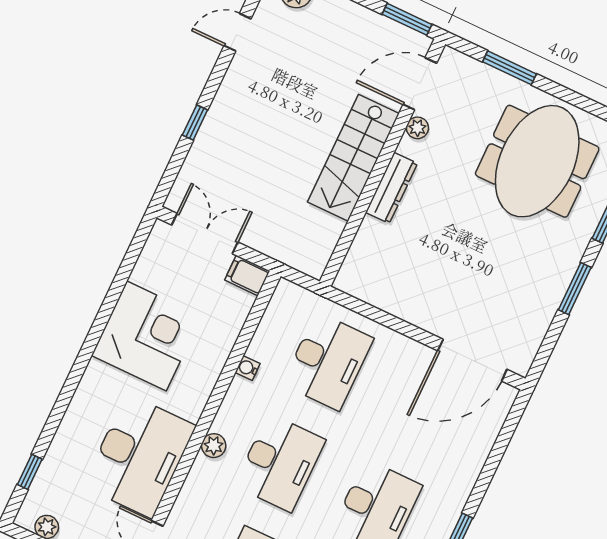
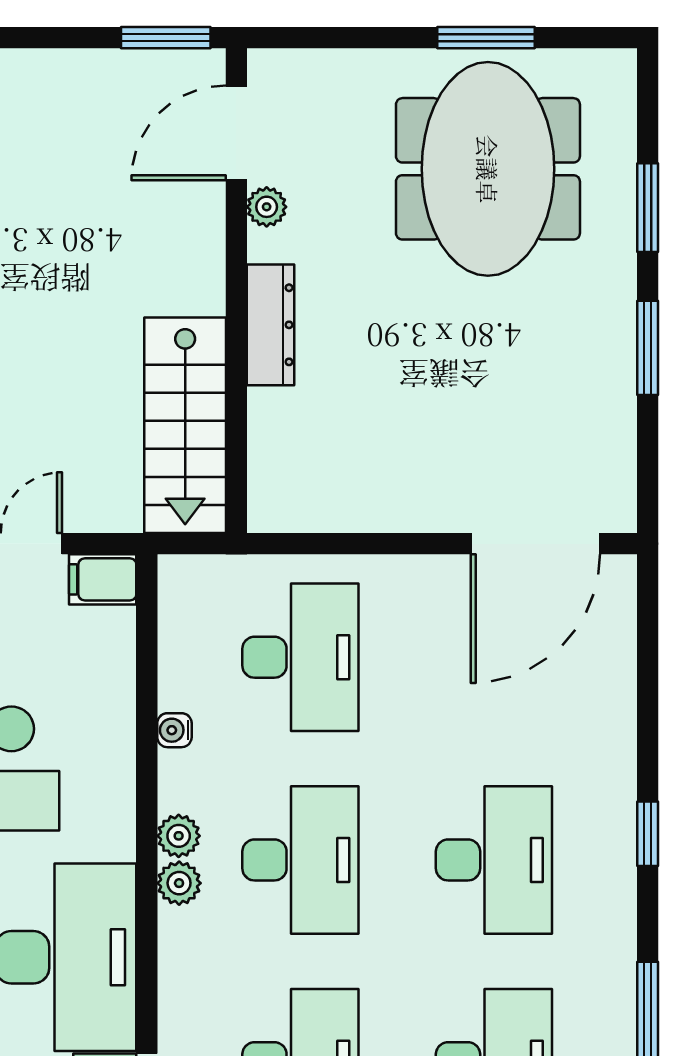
window: (510, 68) -> (486, 38), moved
stairs: (353, 158) -> (185, 425), moved
plant: (225, 422) -> (179, 836), added

